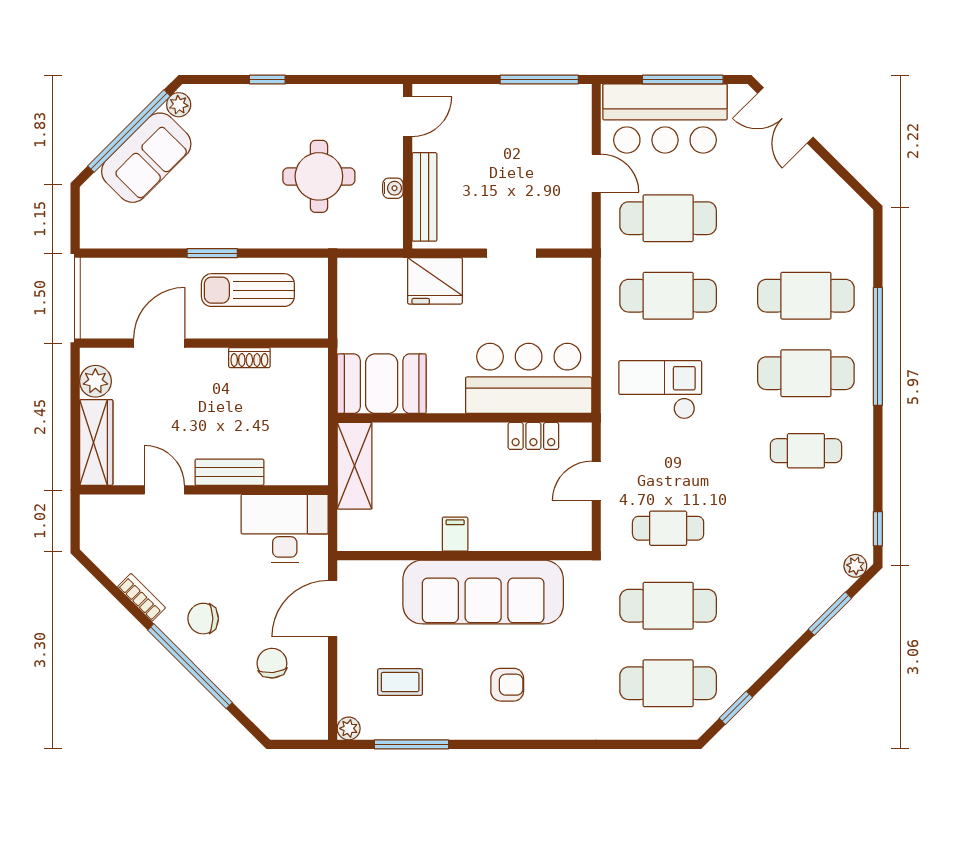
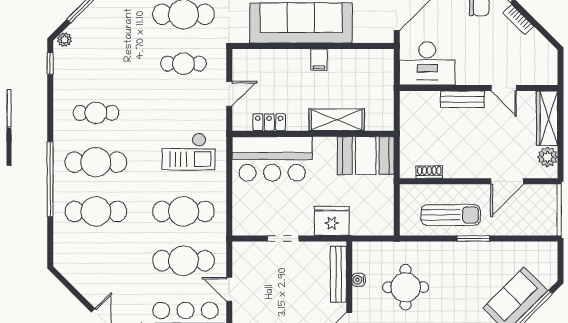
shoe rack: (249, 358) -> (429, 172), moved
shelving: (355, 466) -> (337, 120), moved, turned 90

